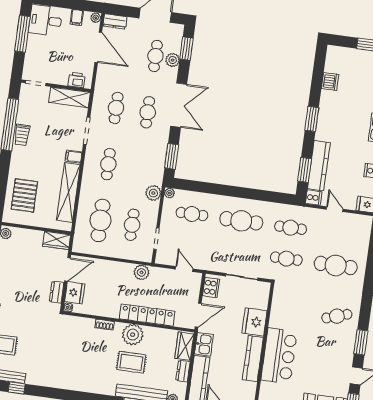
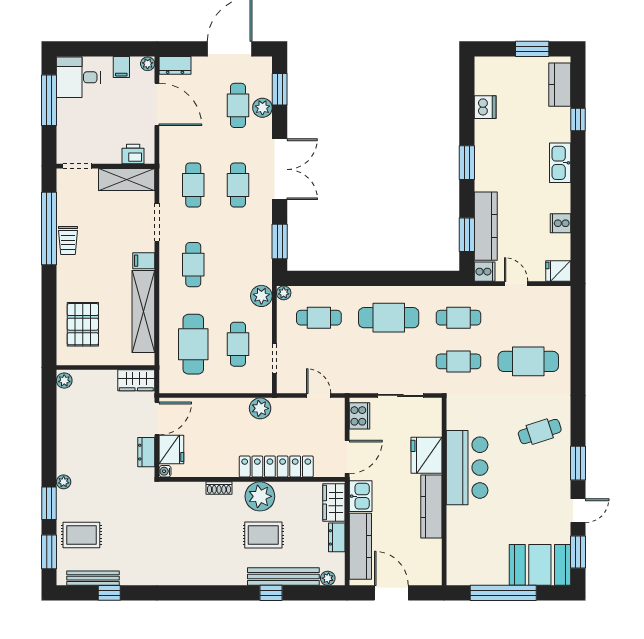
bar counter: (279, 356) -> (467, 468), moved

